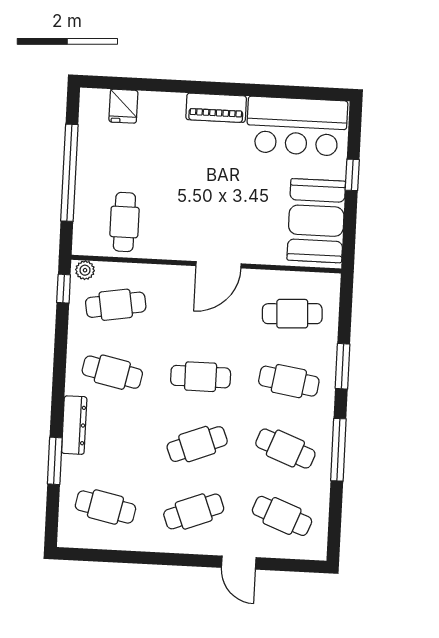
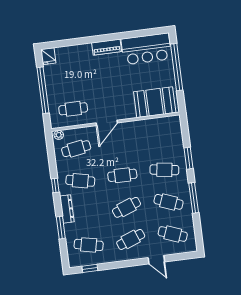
fridge: (123, 106) -> (48, 56), moved
window: (352, 175) -> (177, 67), width x3.17
booth: (316, 221) -> (155, 102), moved, turned 90
cafe table: (124, 222) -> (73, 109), turned 90
door: (219, 265) -> (107, 123), moved
window: (64, 289) -> (55, 185), moved
cafe table: (292, 314) -> (160, 138), removed
window: (99, 556) -> (90, 268), added

